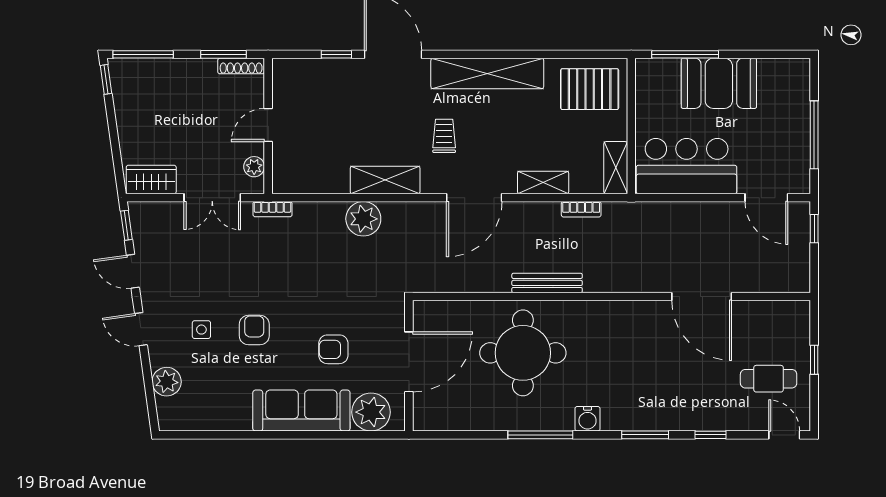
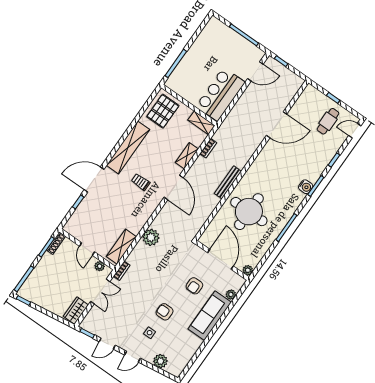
booth: (719, 83) -> (197, 58), removed
shelving: (385, 180) -> (121, 247), moved
plant: (371, 412) -> (231, 295), width x0.53, depth x0.53
water cooler: (588, 419) -> (306, 187), moved
plant: (423, 421) -> (248, 270), added

